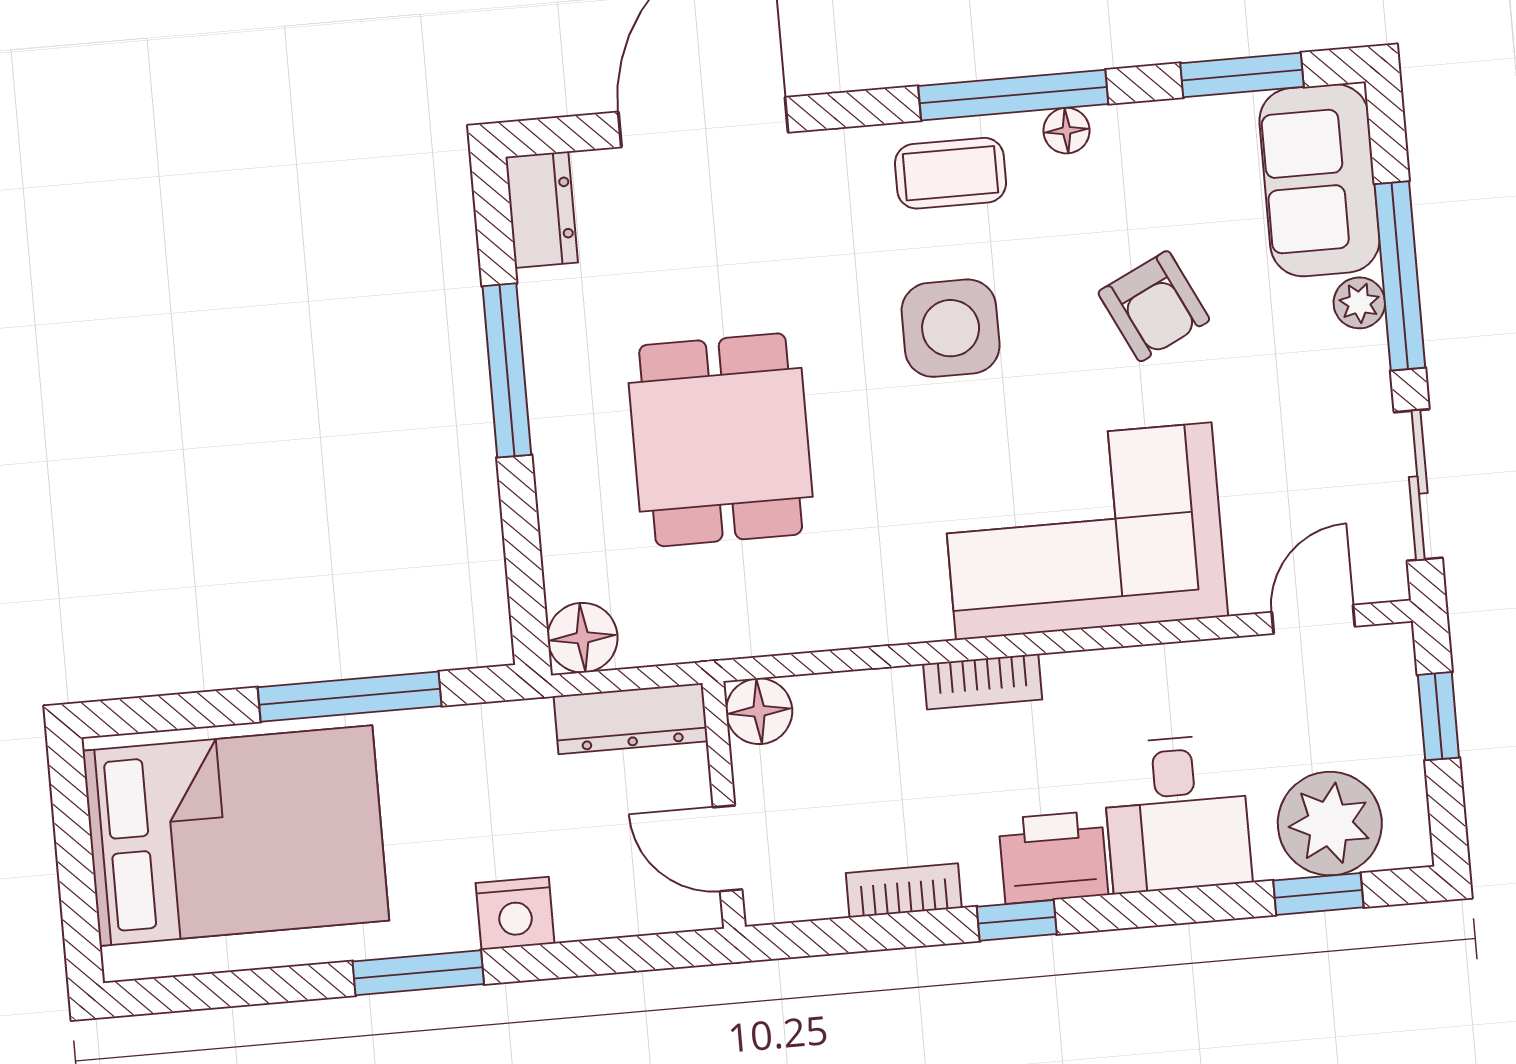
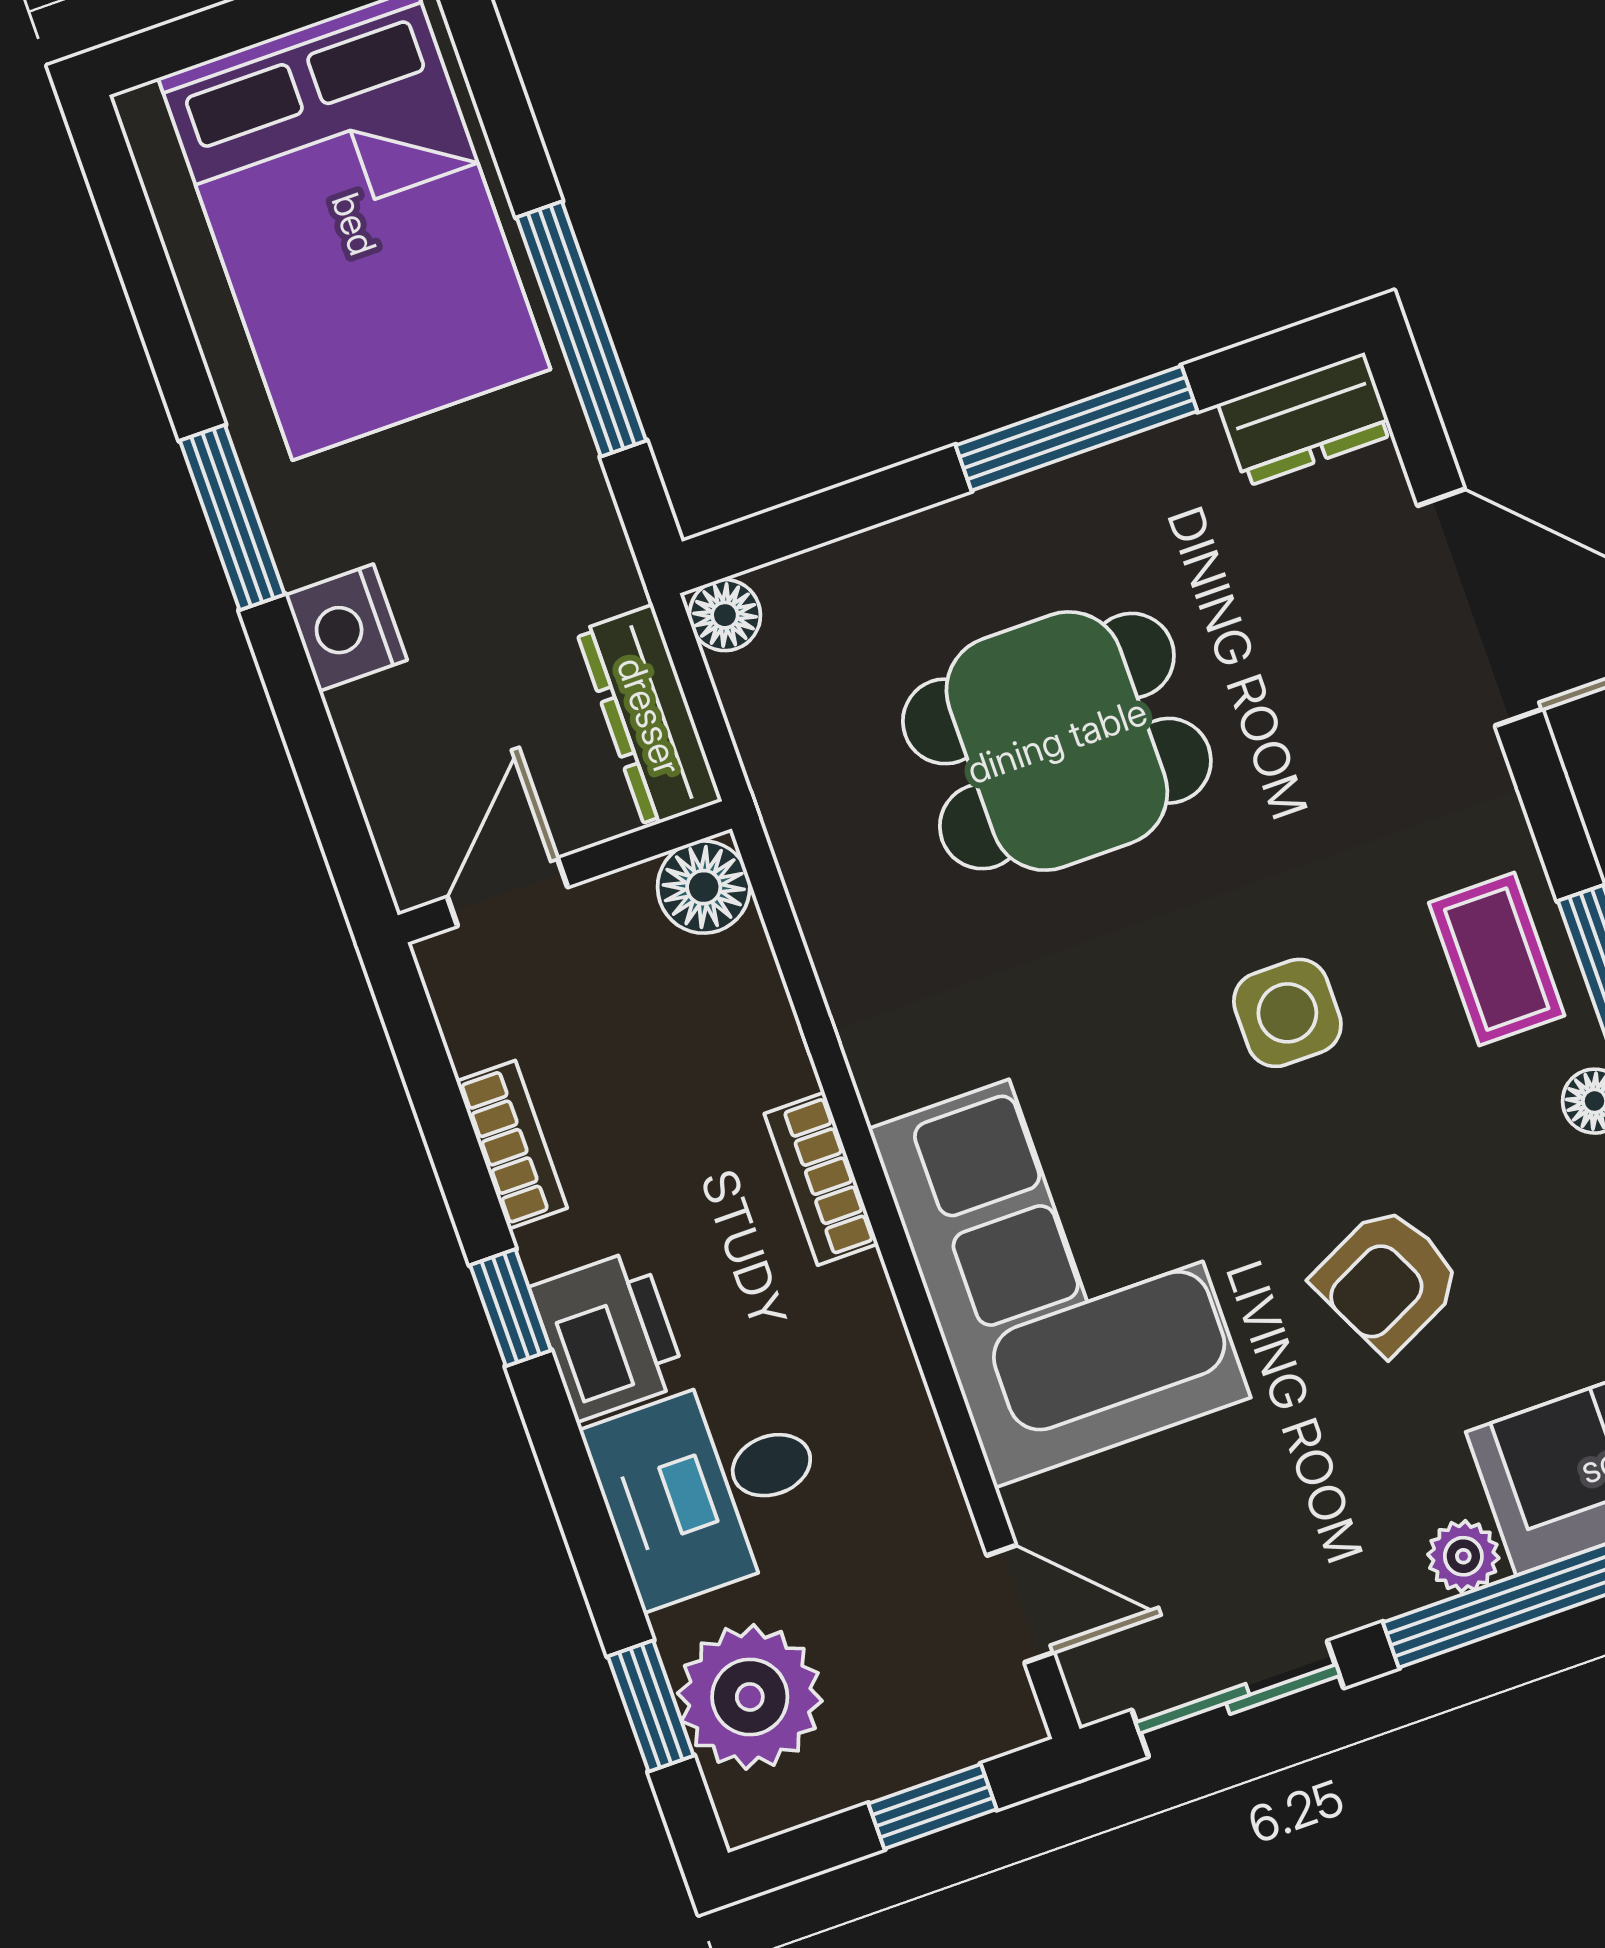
side table: (951, 328) -> (1287, 1013), width x0.73, depth x0.73
floor lamp: (583, 638) -> (725, 615), width x0.73, depth x0.73

